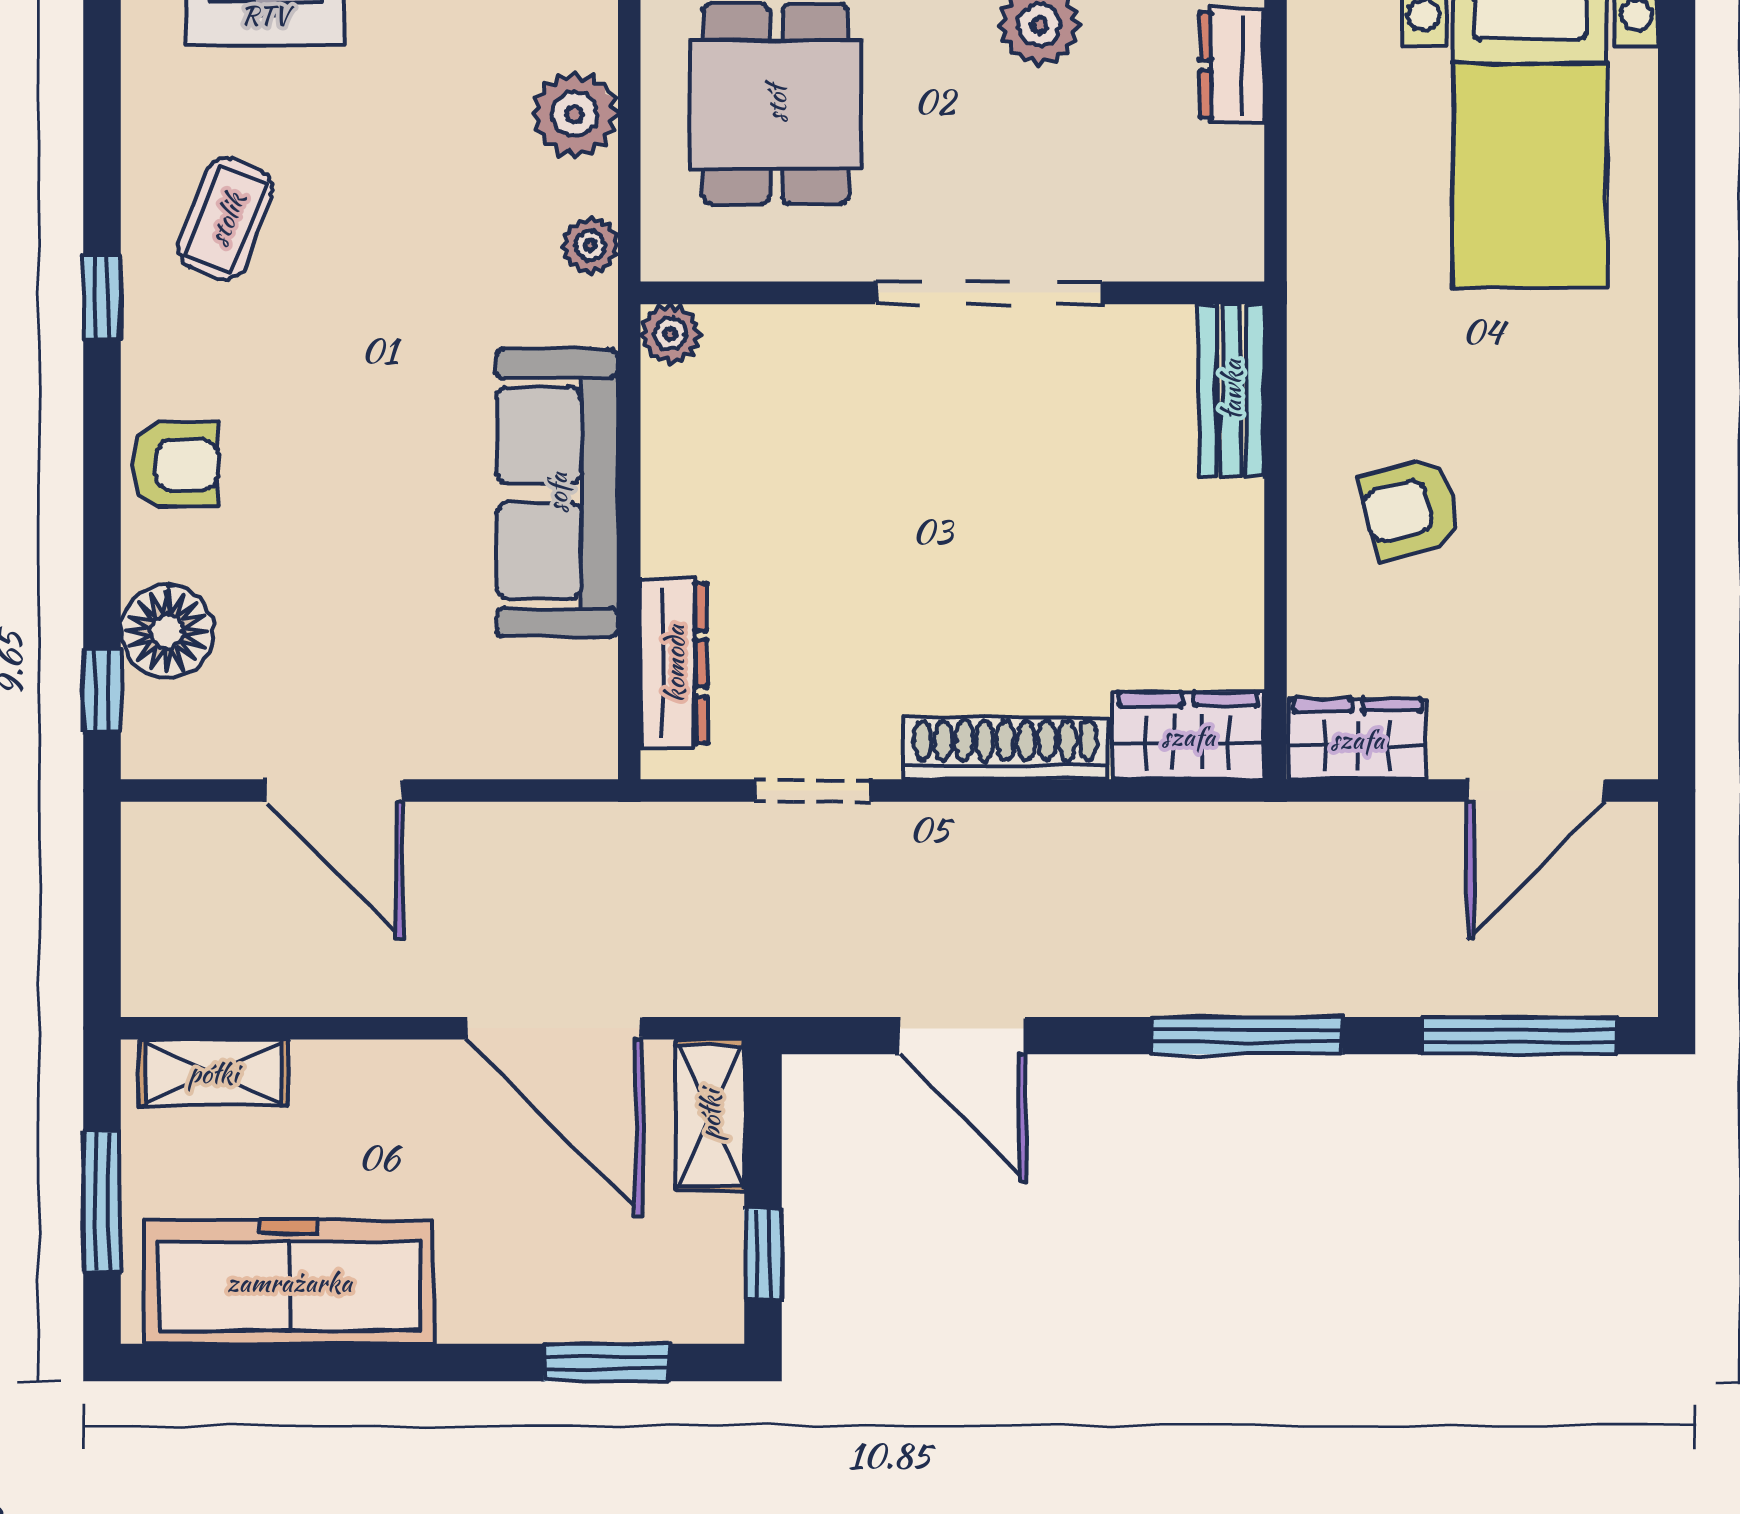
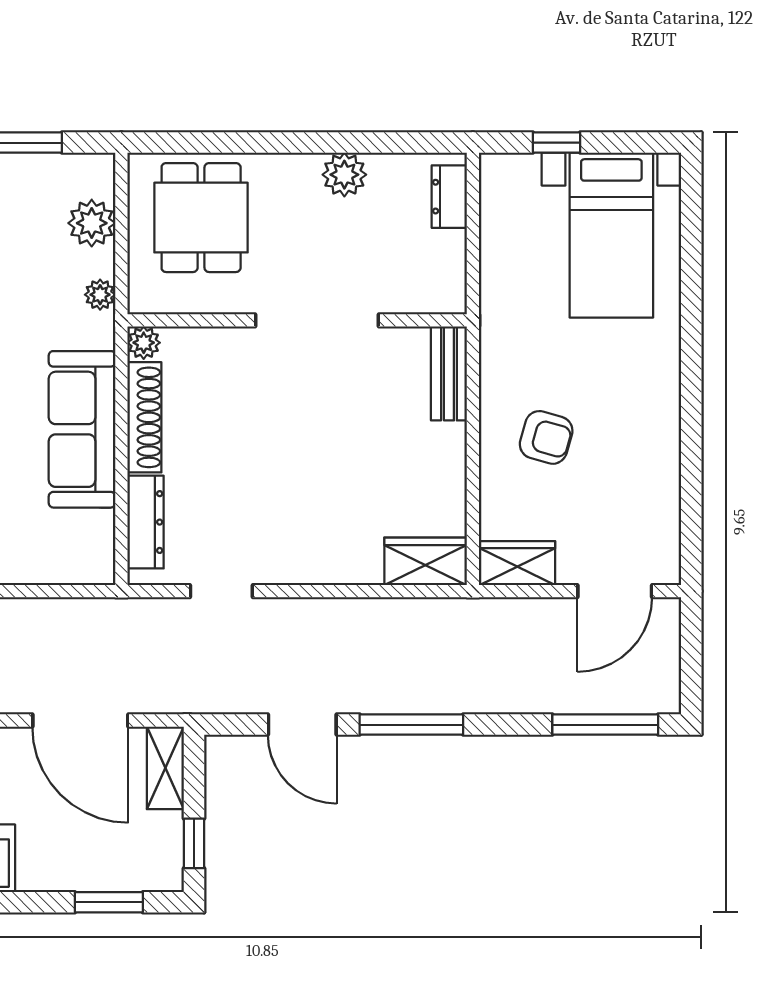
armchair: (1410, 508) -> (546, 437), turned -149
shoe rack: (1005, 748) -> (144, 417), moved, turned 90
window: (1247, 1036) -> (411, 725), moved

